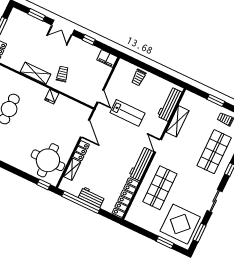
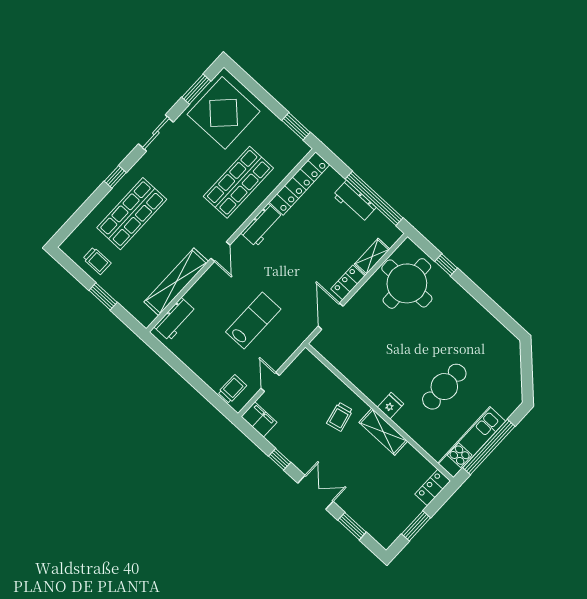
trolley: (139, 77) -> (232, 389), moved
door: (100, 96) -> (270, 382), moved
fridge: (52, 97) -> (391, 406), moved
workbench: (170, 104) -> (175, 319), width x0.73
lab bench: (128, 113) -> (253, 321), turned 90
shelving: (177, 121) -> (176, 282), width x1.47
workbench: (141, 164) -> (262, 225), width x0.73
window: (44, 184) -> (446, 265), moved
window: (165, 242) -> (296, 126), moved

